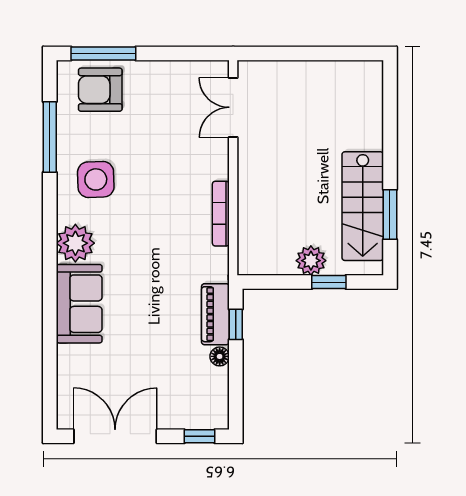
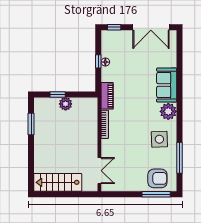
stairs: (363, 206) -> (58, 182), moved, turned -90
piano: (215, 314) -> (107, 96), moved
window: (236, 324) -> (98, 61), moved

